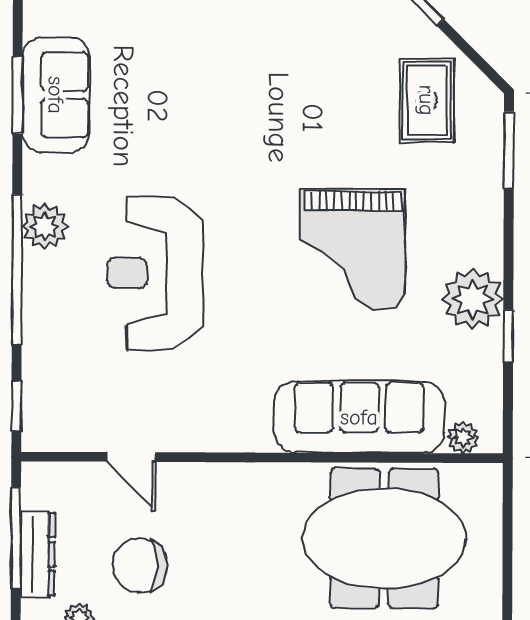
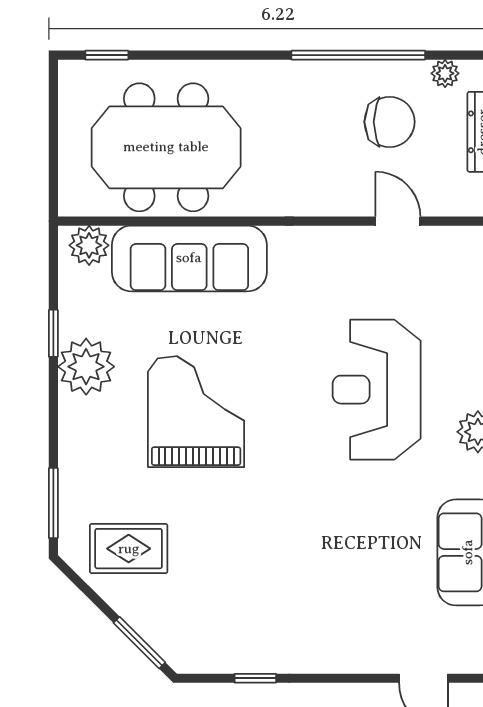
rug: (427, 100) -> (129, 549), turned 90
reception desk: (155, 273) -> (377, 390), turned 180
plant: (463, 438) -> (89, 245), width x1.38, depth x1.38

